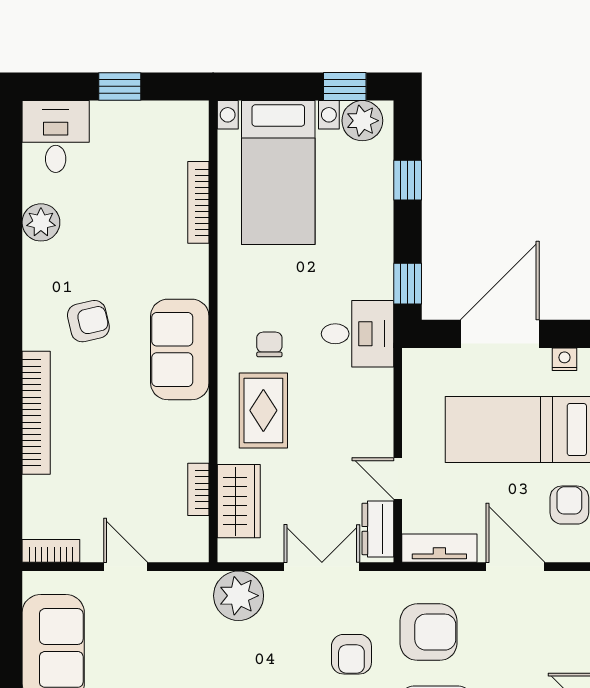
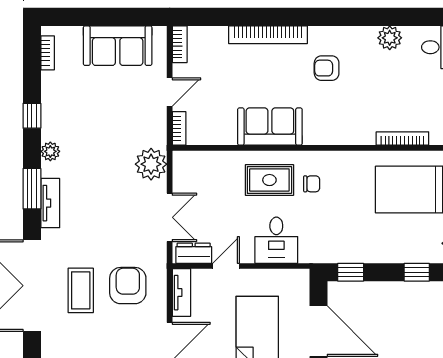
armchair: (88, 321) -> (327, 68), turned 103
desk: (358, 334) -> (276, 240), moved
sofa: (180, 349) -> (270, 127), moved
bookcase: (198, 489) -> (179, 128), moved, turned 90
wardrobe: (239, 501) -> (212, 164), removed
armchair: (428, 632) -> (128, 286), turned 180
armchair: (351, 654) -> (114, 236), removed

